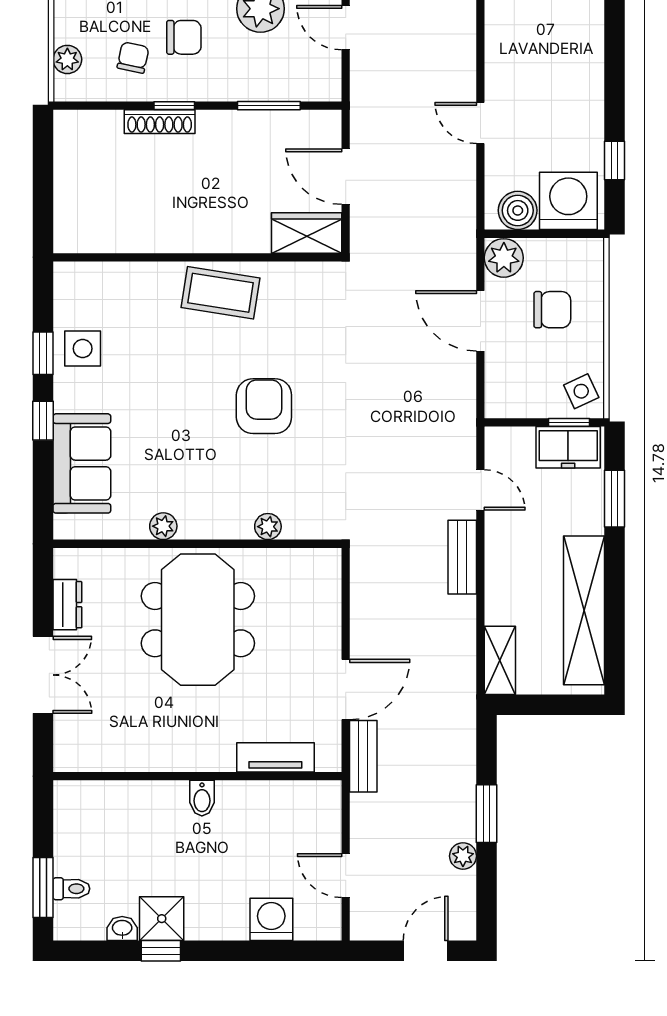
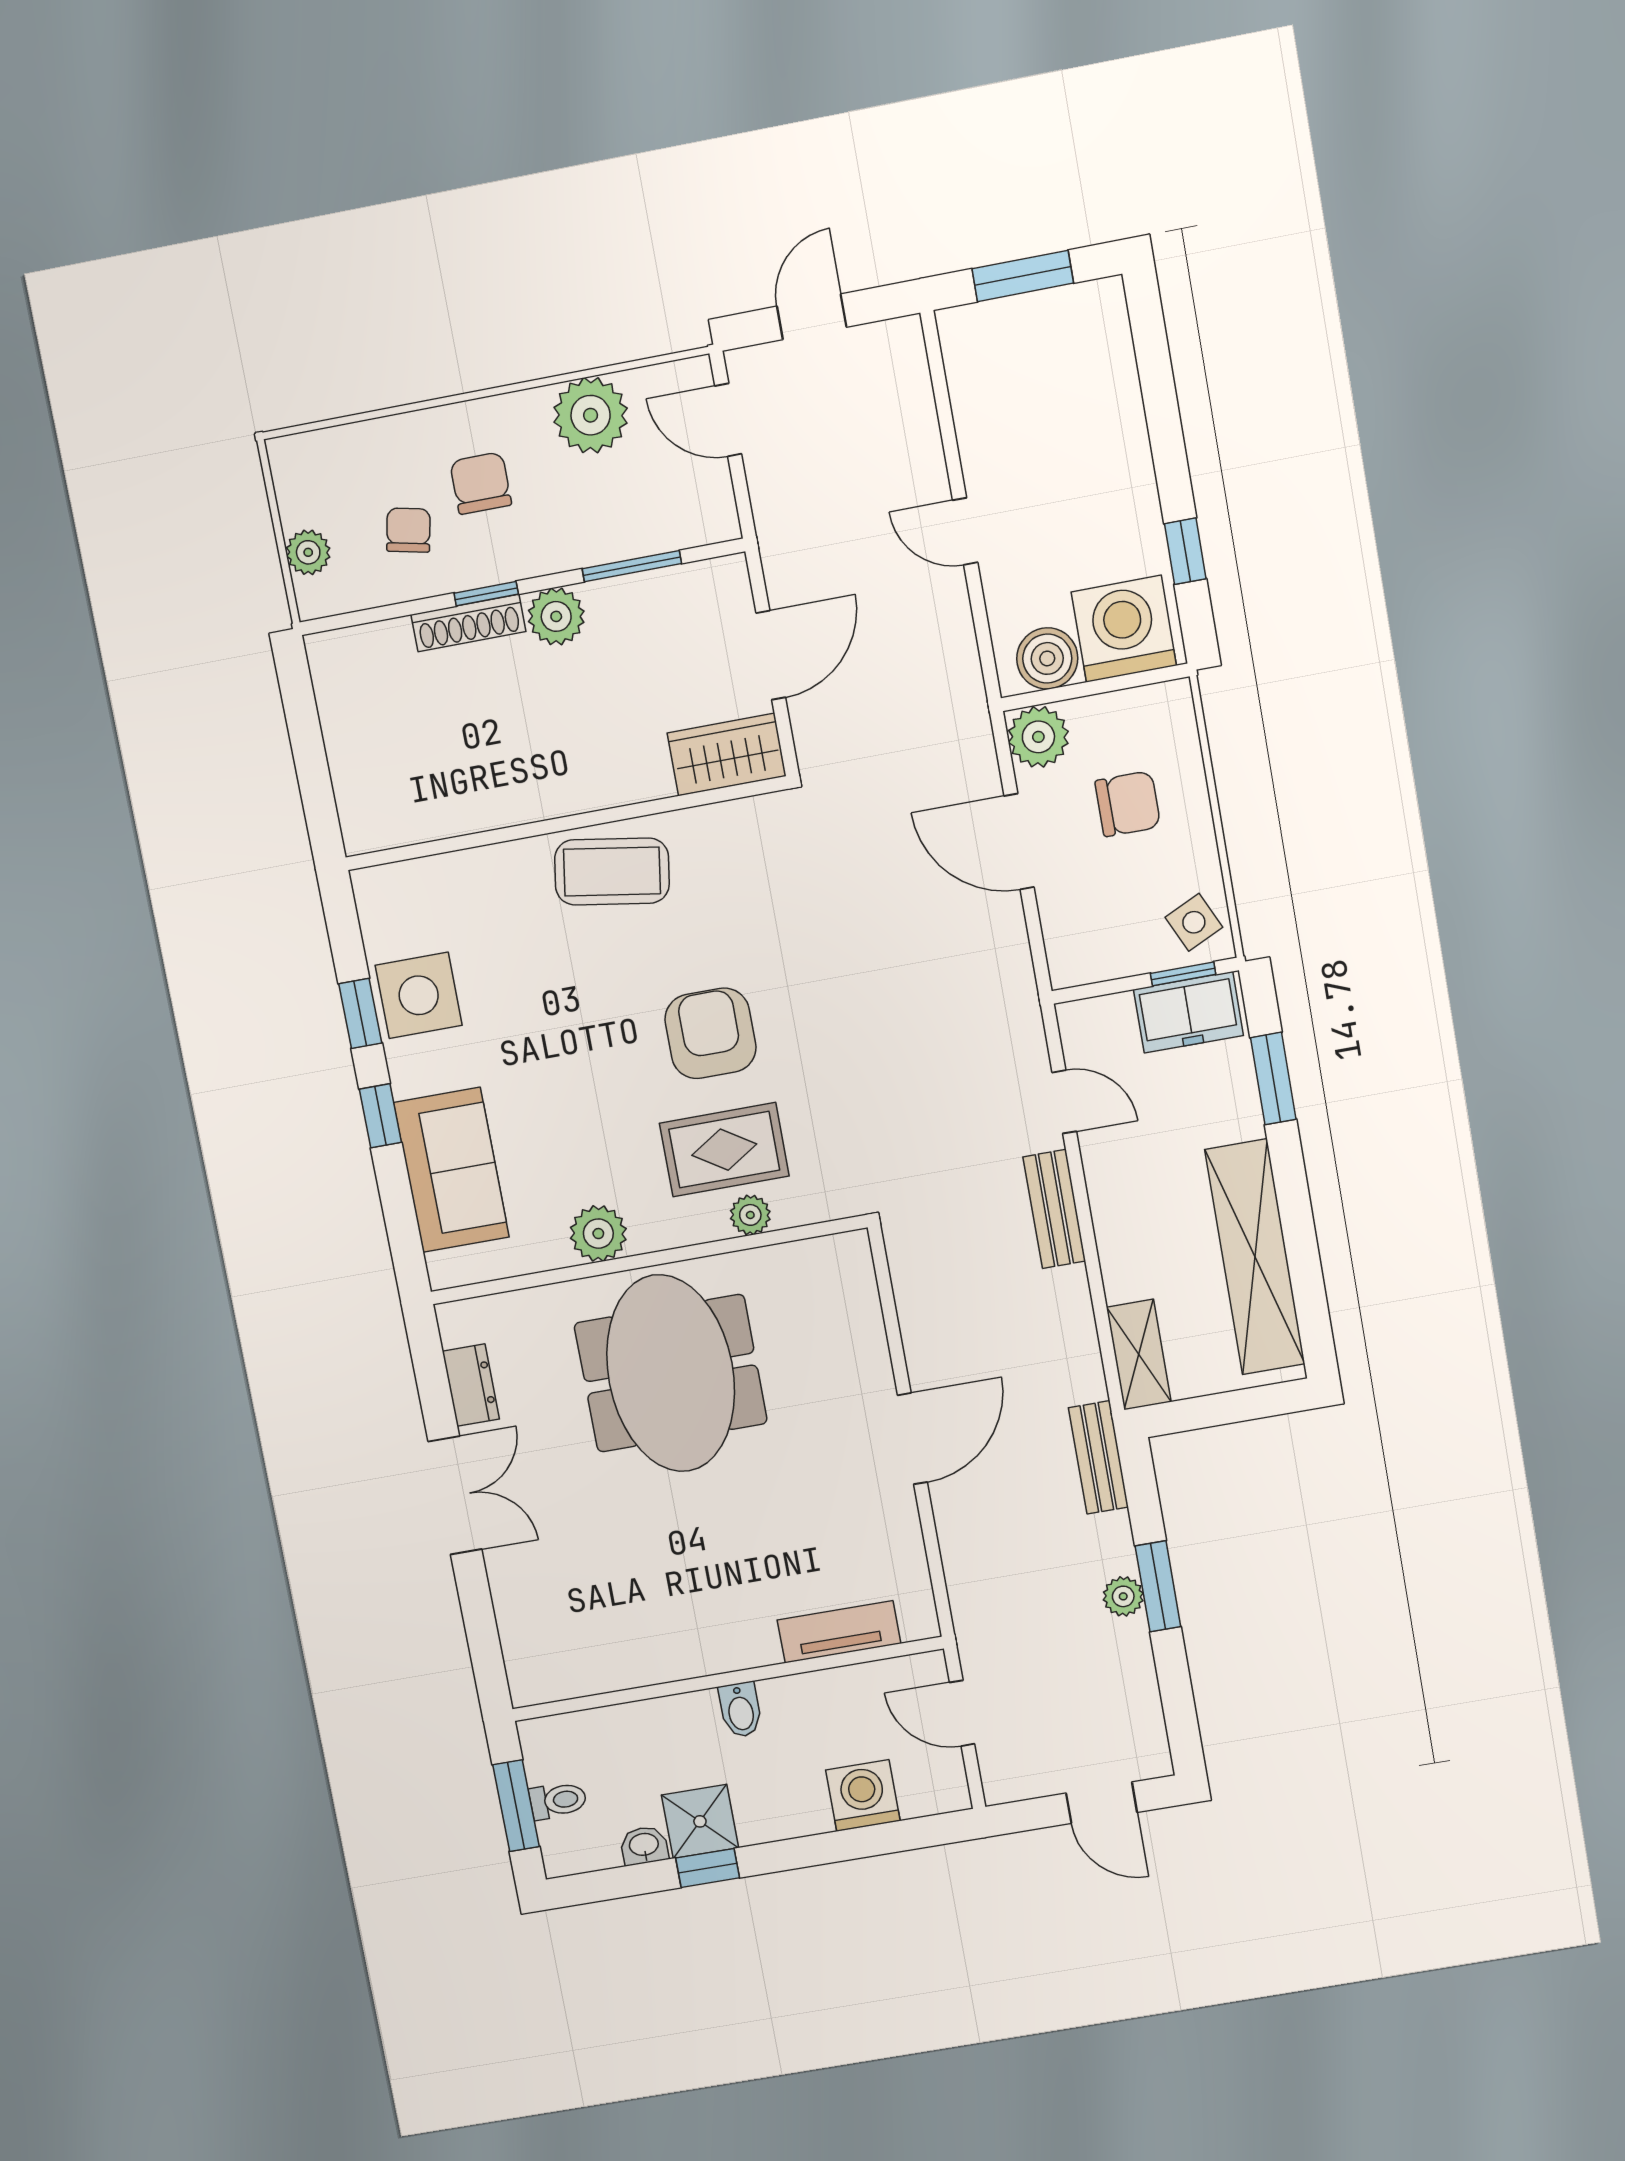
chair: (184, 37) -> (481, 483), turned -90
plant: (216, 128) -> (556, 616), added
door: (346, 177) -> (771, 655), swing flipped
side table: (83, 349) -> (419, 995), width x1.37, depth x1.37
rug: (259, 482) -> (724, 1150), added
plant: (163, 526) -> (598, 1234), width x1.38, depth x1.38
bench: (363, 756) -> (1098, 1457), moved
tv unit: (275, 757) -> (839, 1632), moved
wall: (197, 776) -> (727, 1679), moved
bidet: (202, 798) -> (740, 1710), moved
plant: (463, 856) -> (1123, 1596), moved
door: (426, 951) -> (1102, 1803), swing flipped

